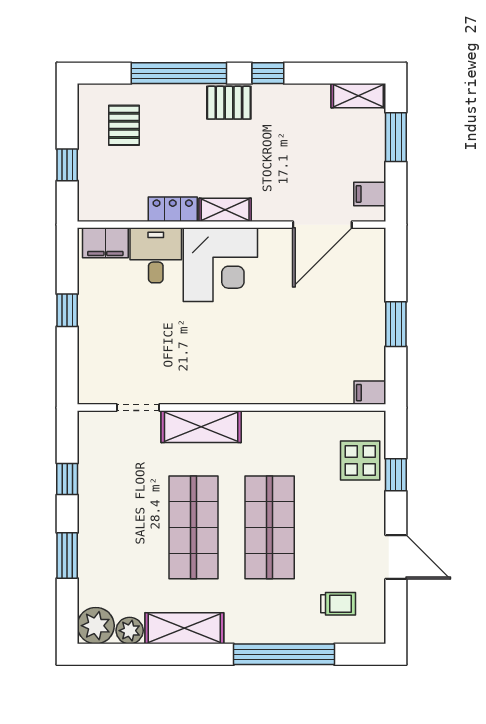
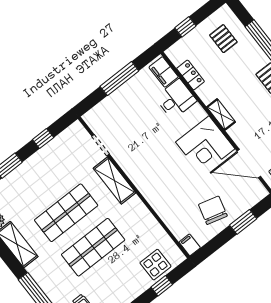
pallet: (124, 125) -> (223, 39), turned 90
locker: (173, 209) -> (191, 75), moved
corner desk: (220, 265) -> (205, 145), moved
window: (67, 310) -> (119, 79), width x2.17
chair: (347, 324) -> (213, 210), added
window: (396, 324) -> (243, 222), moved

